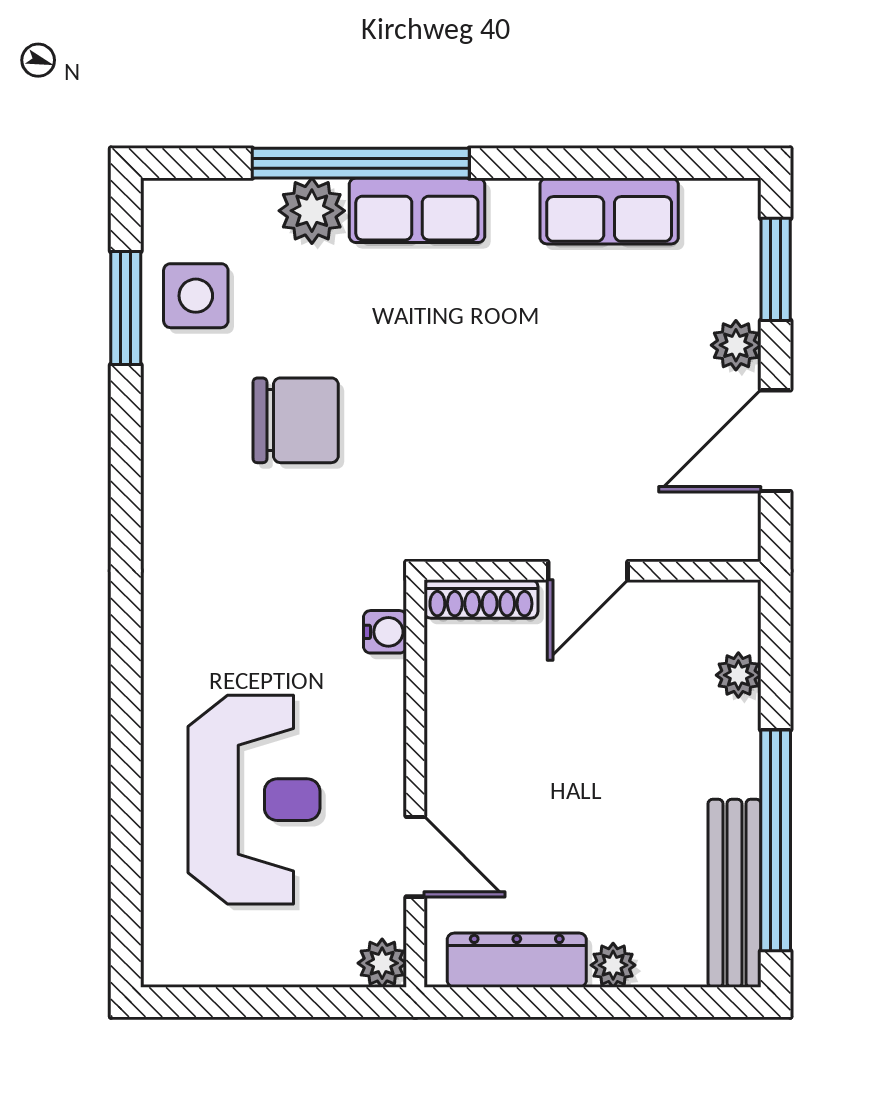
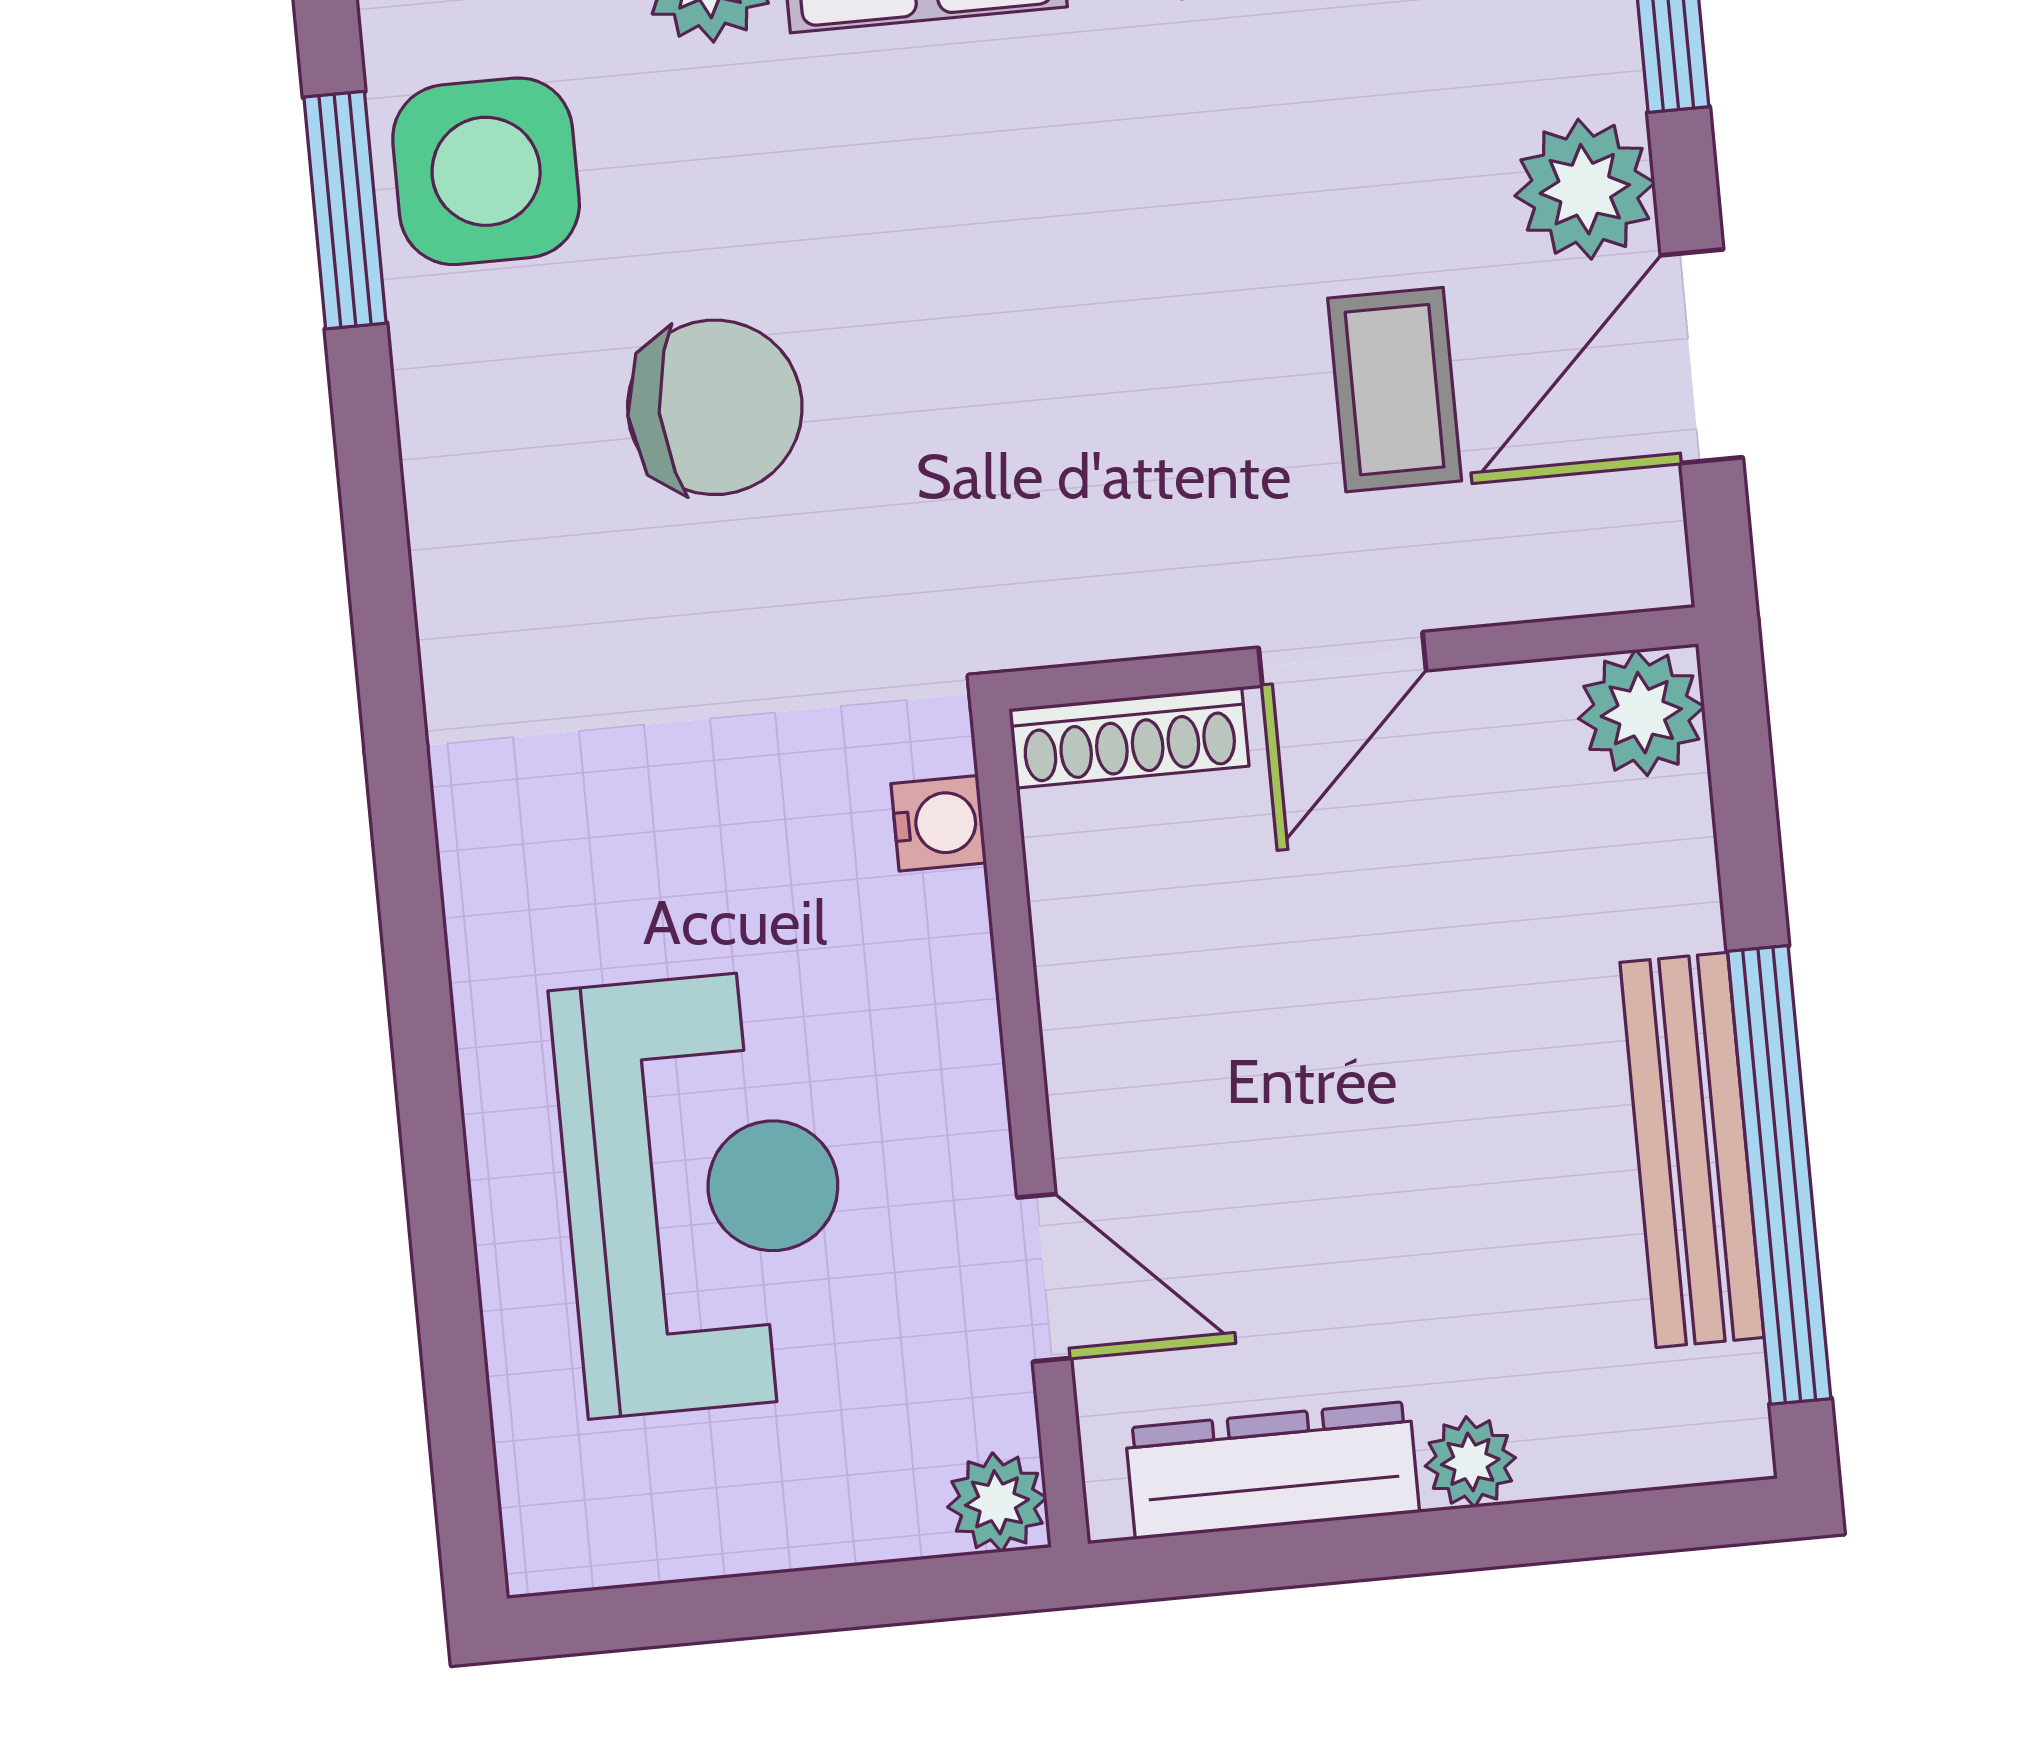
side table: (196, 296) -> (486, 171), width x1.37, depth x1.37
plant: (736, 345) -> (1585, 189), width x1.38, depth x1.38
coffee table: (625, 443) -> (1395, 390), added
plant: (738, 675) -> (1641, 713), moved, width x1.38, depth x1.38
bench: (734, 893) -> (1692, 1150), moved

